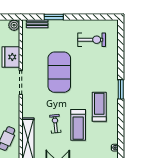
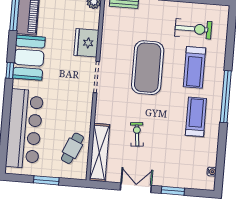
window: (121, 89) -> (226, 97), width x2.11
treadmill: (78, 125) -> (194, 67), moved

